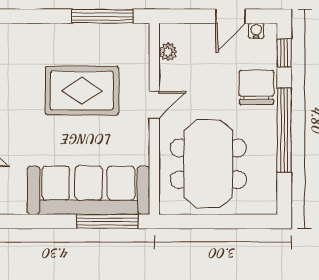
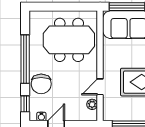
door: (154, 105) -> (100, 87), moved
meeting table: (208, 164) -> (69, 40), turned 90

